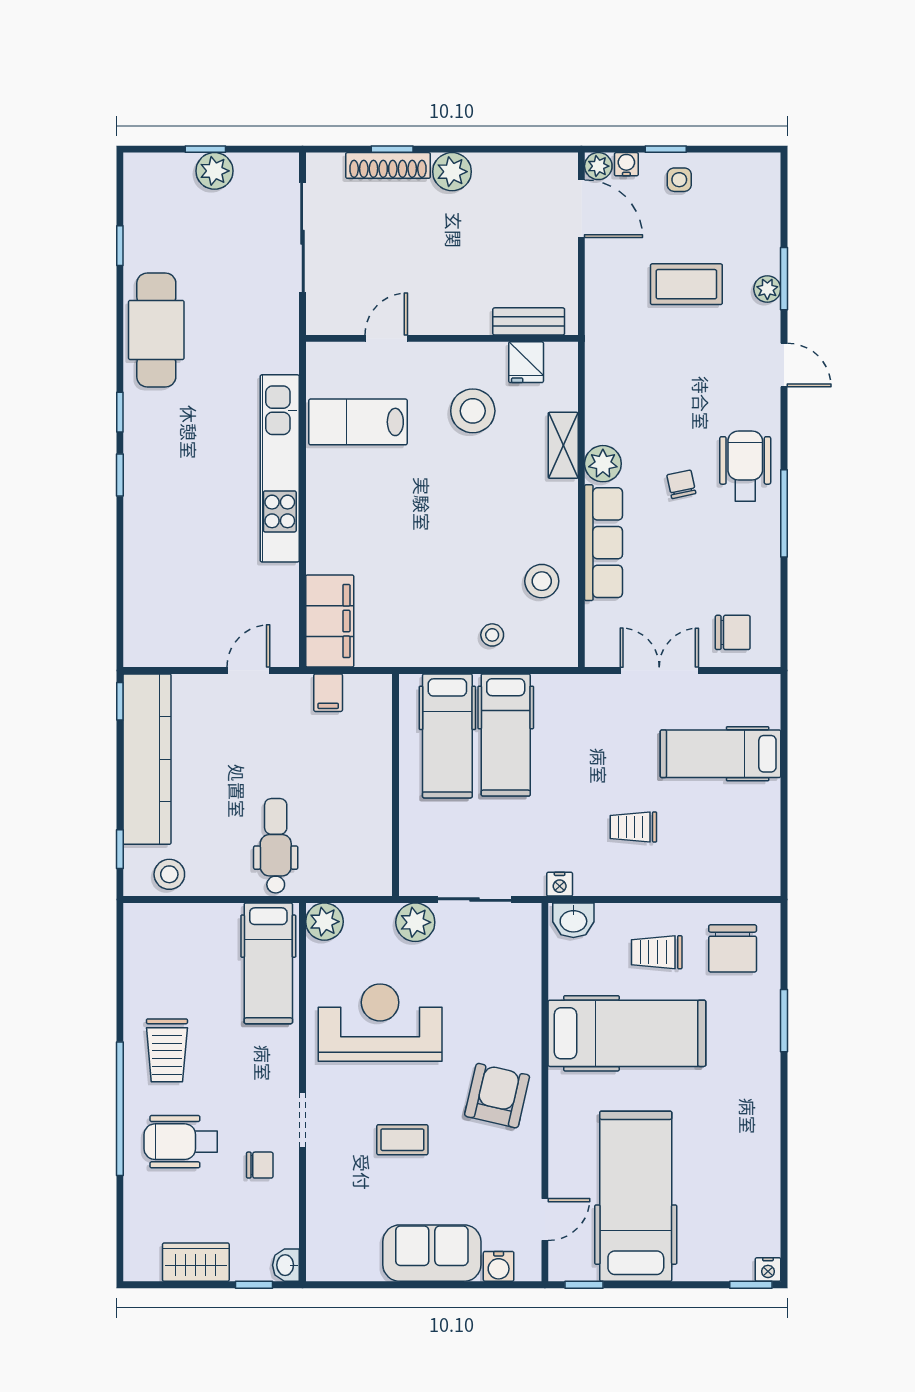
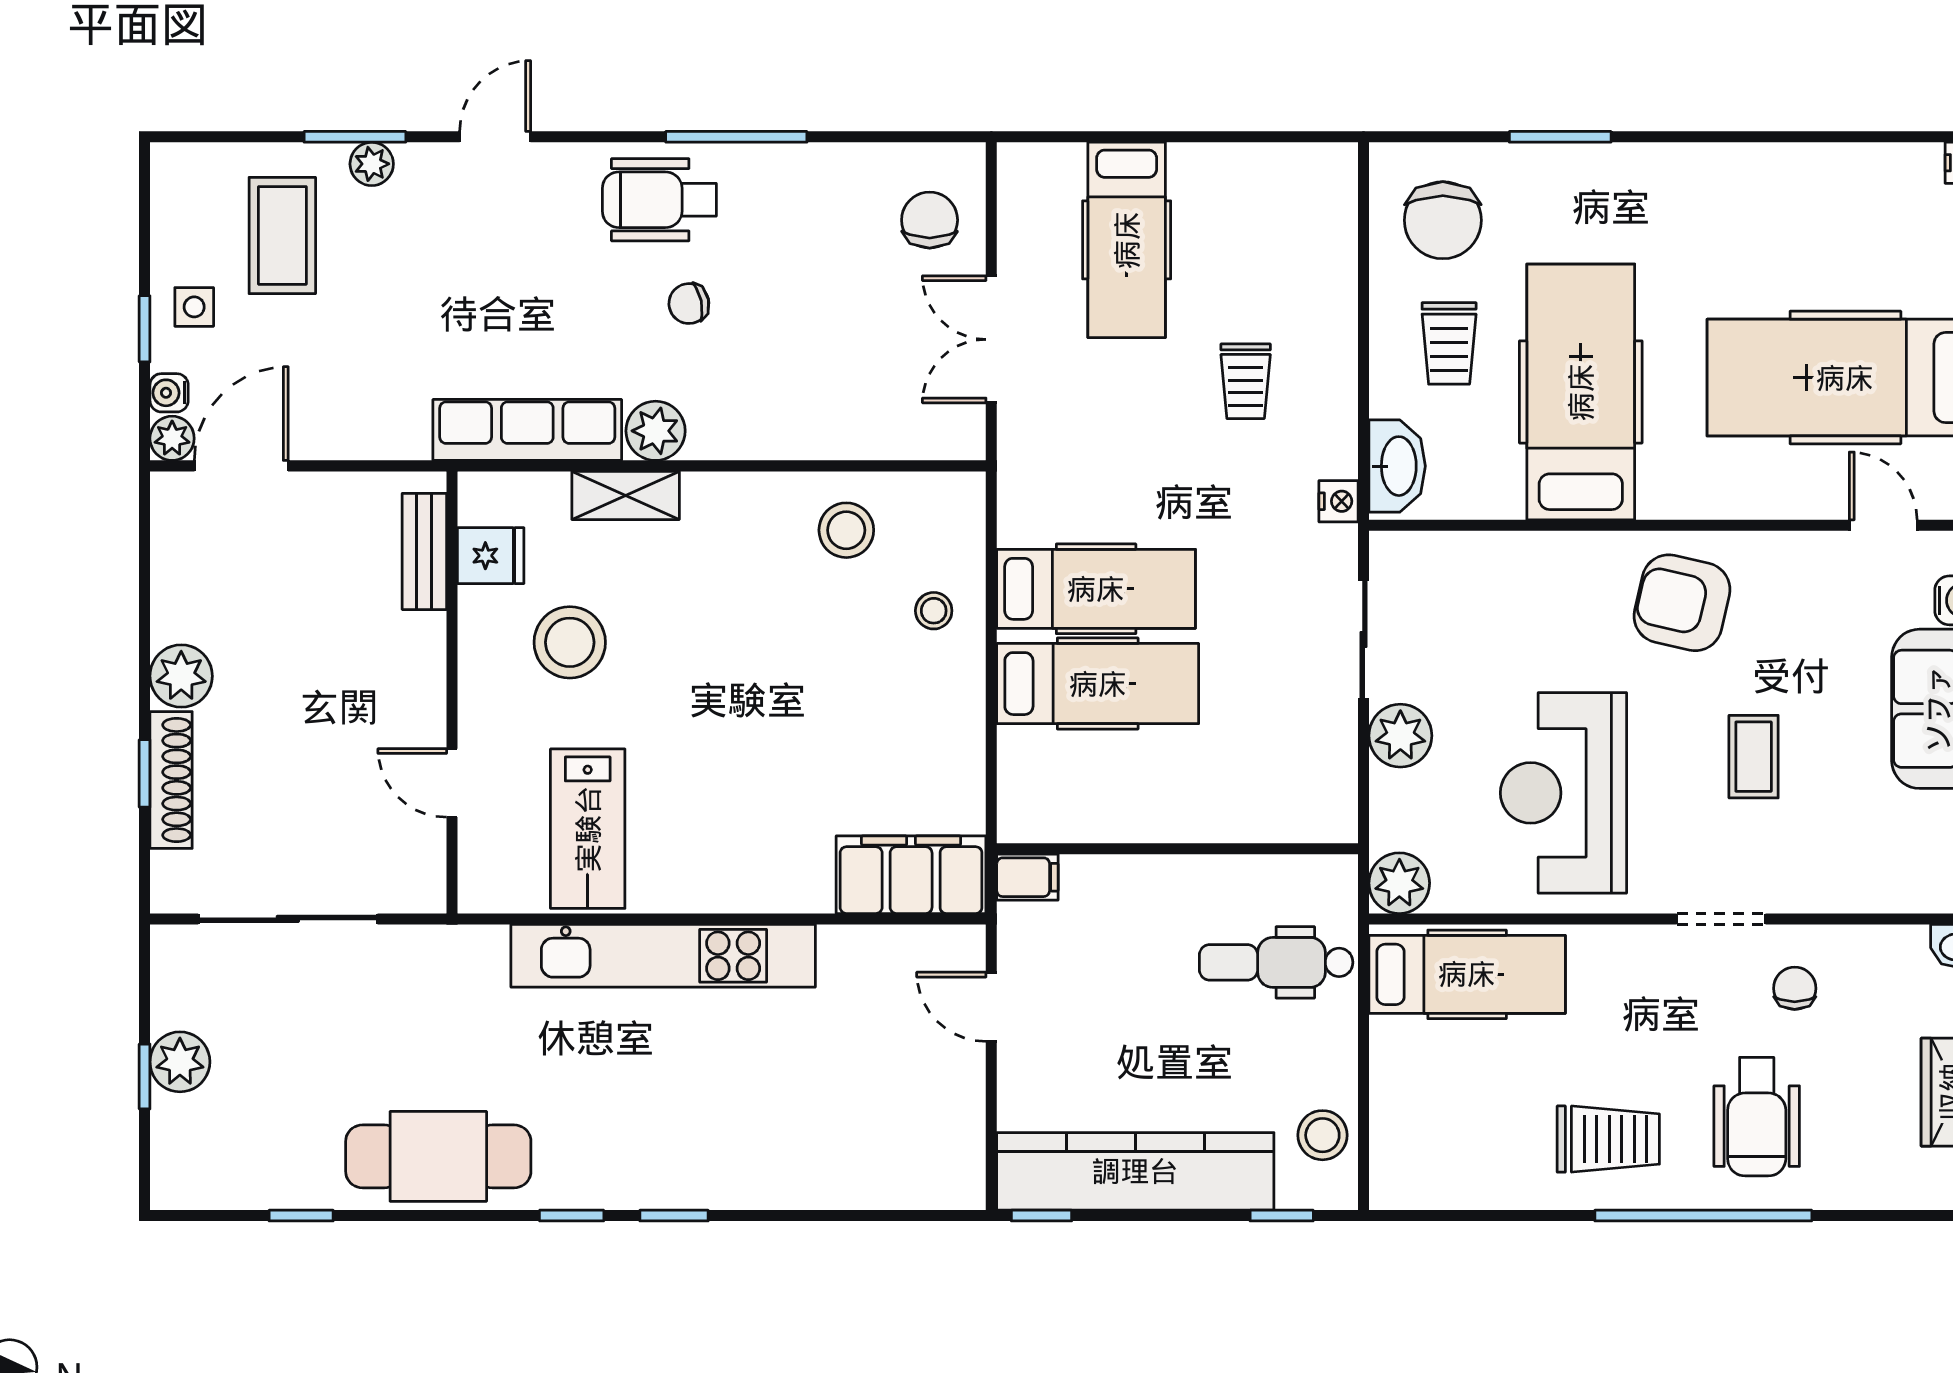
coffee table: (686, 284) -> (282, 235), moved
row of seats: (603, 543) -> (527, 430), moved
wall: (395, 785) -> (1177, 849), moved
washbasin: (573, 920) -> (1397, 466), width x1.38
chair: (733, 948) -> (1443, 220), turned 90

